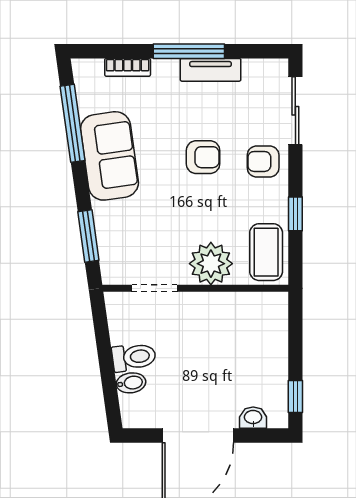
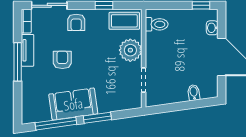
bookcase: (128, 67) -> (26, 21), moved
armchair: (203, 157) -> (62, 60), moved
window: (88, 236) -> (97, 118), moved
toilet: (134, 357) -> (157, 24), moved, turned 98

